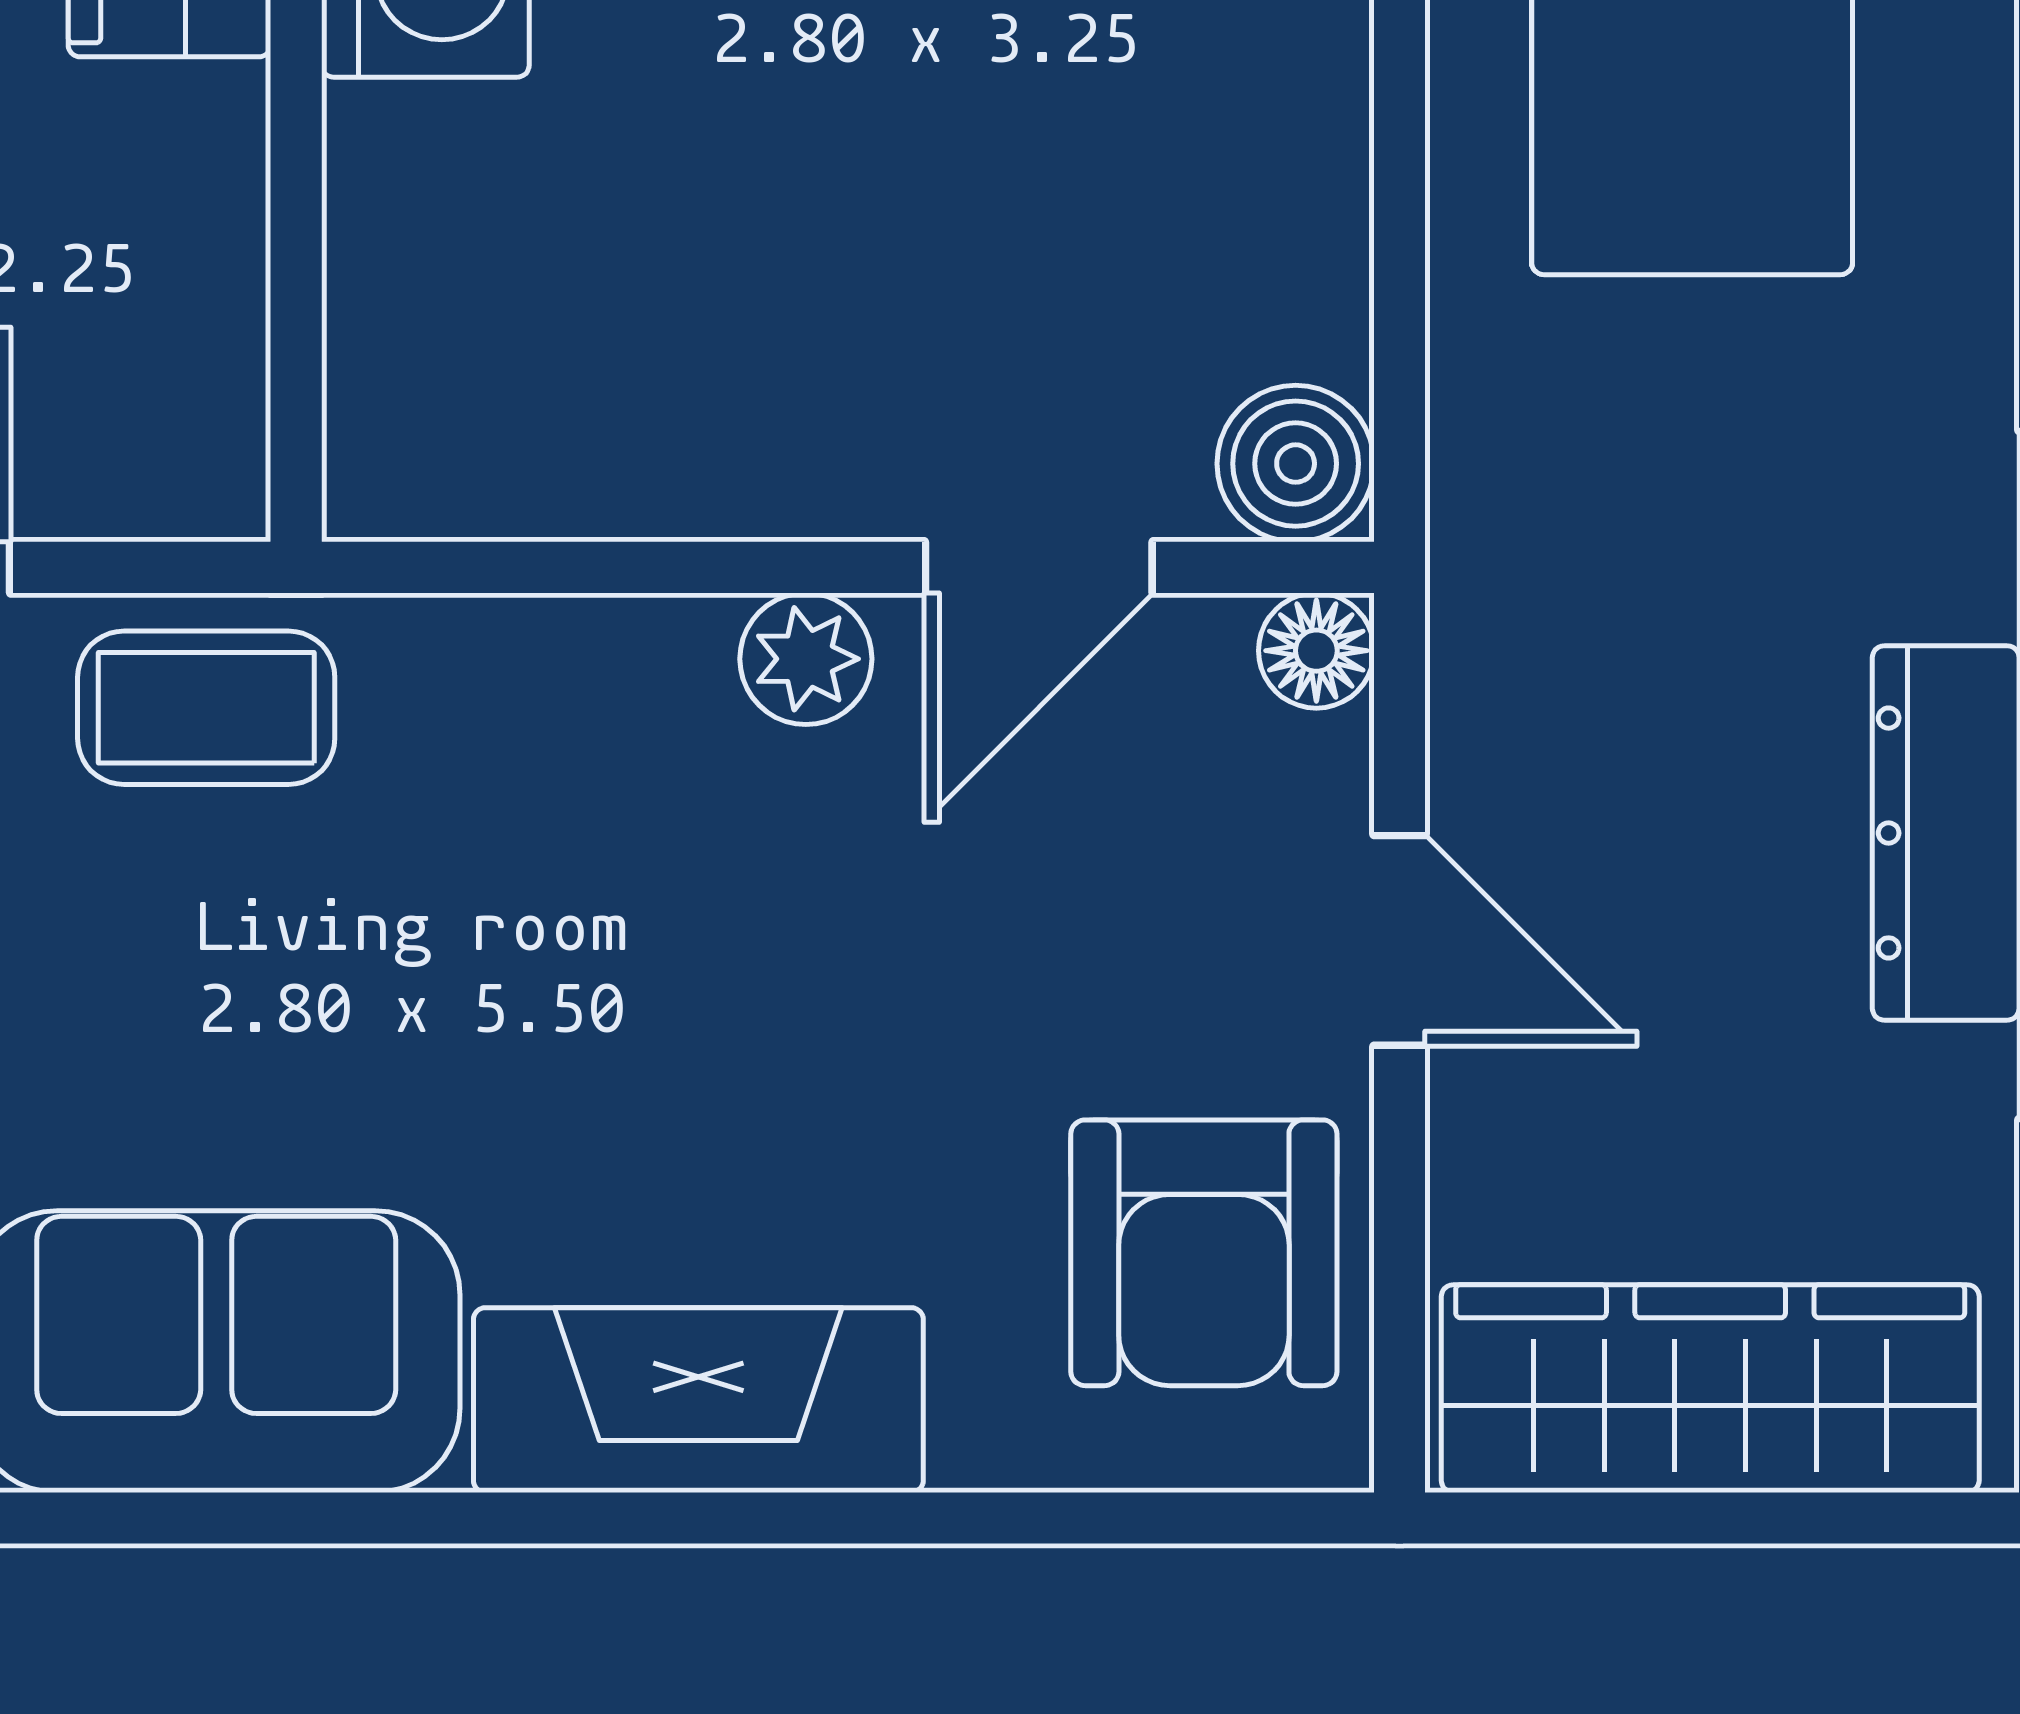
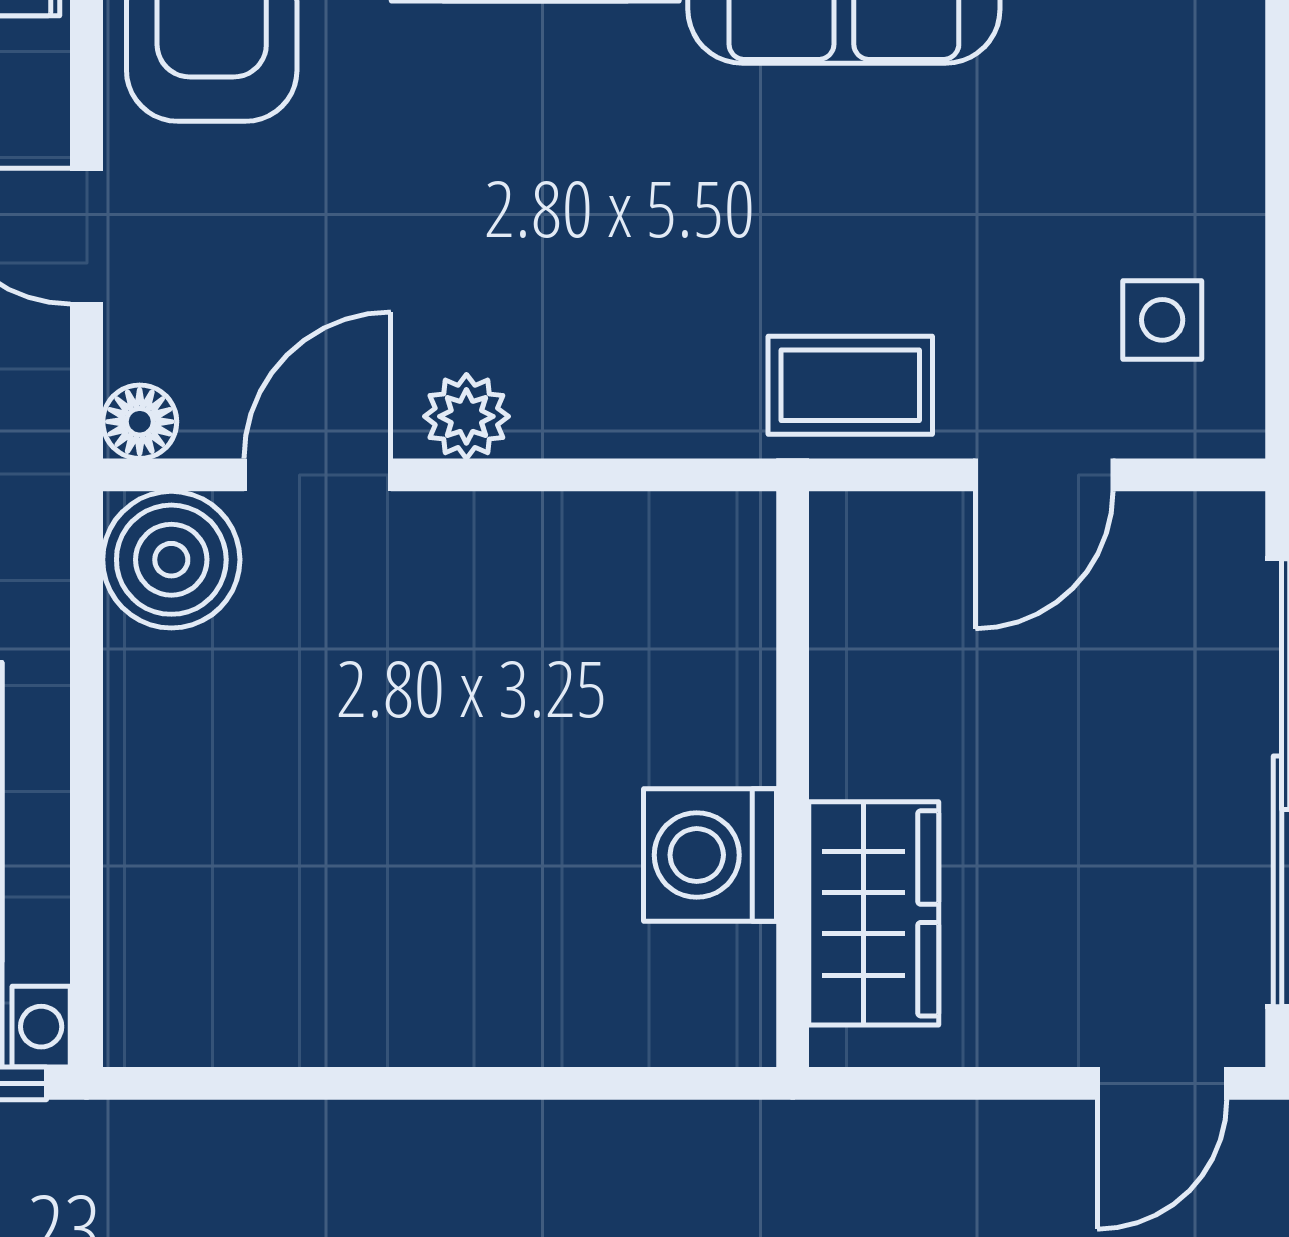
boiler: (1296, 464) -> (171, 560), width x1.36, depth x1.36

